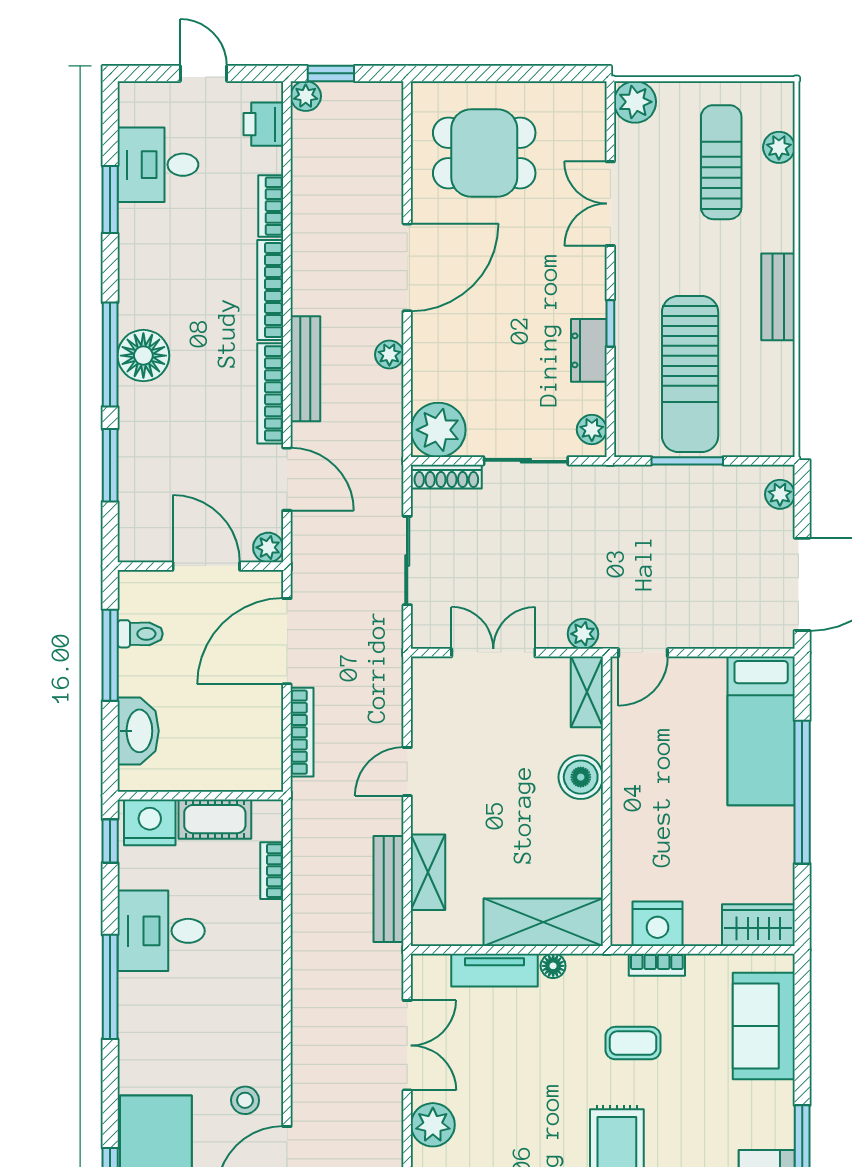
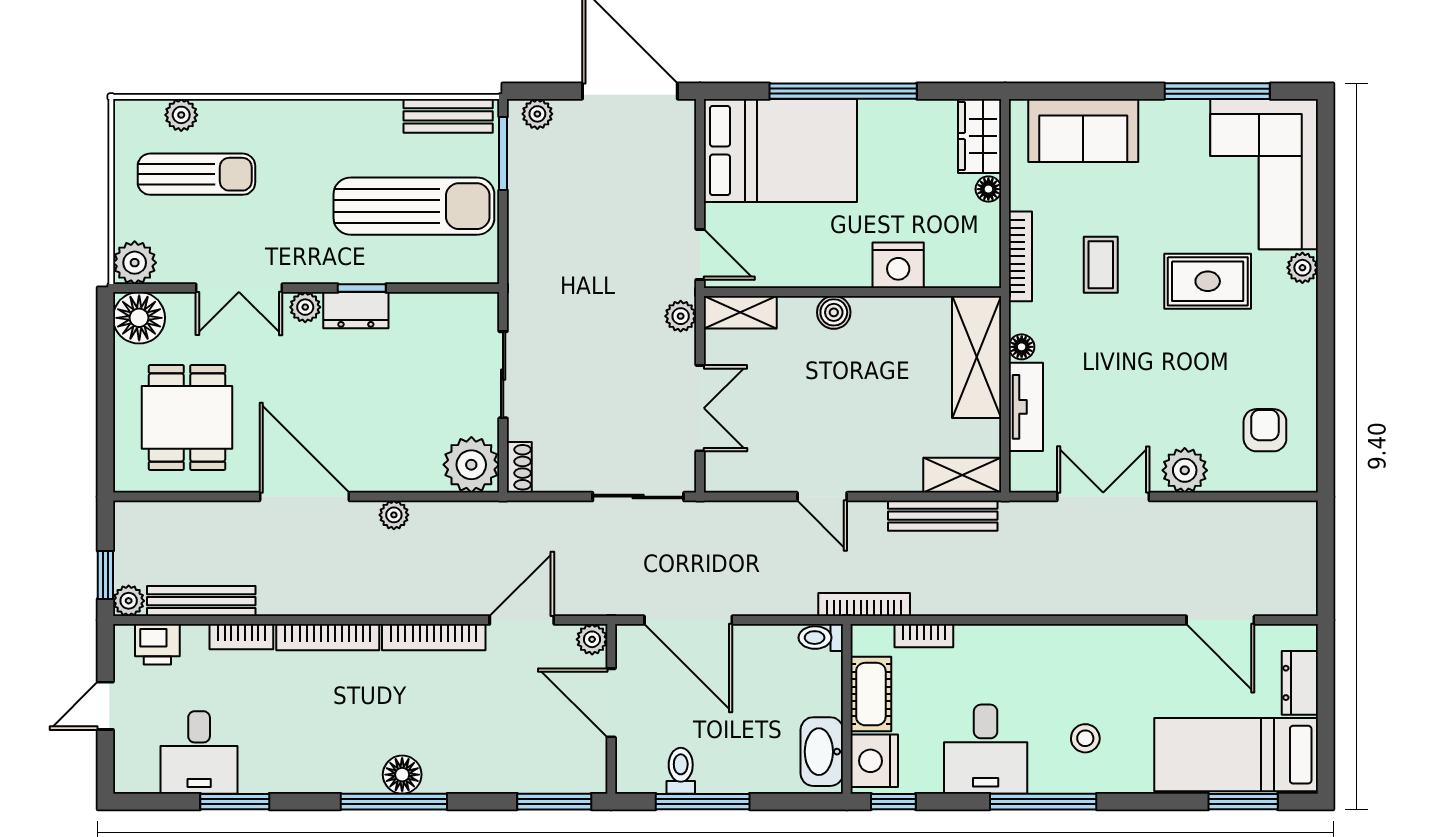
floor lamp: (581, 106) -> (139, 318), added
sun lounger: (721, 162) -> (196, 174), turned 180
bench: (778, 297) -> (448, 116), moved
dresser: (589, 350) -> (356, 310), moved
floor lamp: (143, 356) -> (402, 775), width x0.73, depth x0.73
bench: (305, 369) -> (201, 601), moved
plant: (592, 430) -> (305, 307), moved
window: (687, 461) -> (503, 153), moved
window: (110, 465) -> (554, 802), moved
shoe rack: (446, 477) -> (519, 467), width x0.70
sliding door: (407, 561) -> (638, 497), moved
door: (206, 566) -> (611, 703), hinge flipped
double door: (493, 653) -> (700, 408), swing flipped
washbasin: (138, 731) -> (822, 752), moved, turned -90
bed: (761, 731) -> (780, 150), width x1.50
bookcase: (302, 732) -> (864, 605), moved
toilet: (270, 770) -> (821, 638), added
boiler: (581, 777) -> (834, 312), width x0.73, depth x0.73
shelving: (428, 872) -> (962, 475), moved
nightstand: (657, 924) -> (898, 265), moved, turned 90
floor lamp: (707, 934) -> (988, 189), added
bookcase: (657, 965) -> (1020, 256), width x1.56
stool: (245, 1100) -> (1085, 738), moved

